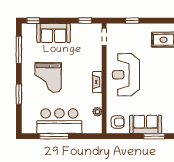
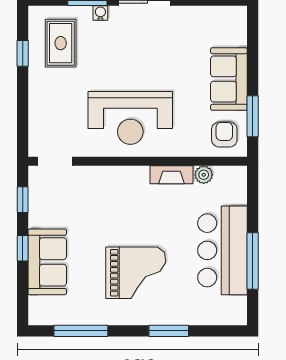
window: (33, 21) -> (23, 248), moved
window: (132, 21) -> (23, 53), moved
fireplace: (97, 82) -> (171, 175), moved
window: (154, 136) -> (253, 116), moved

